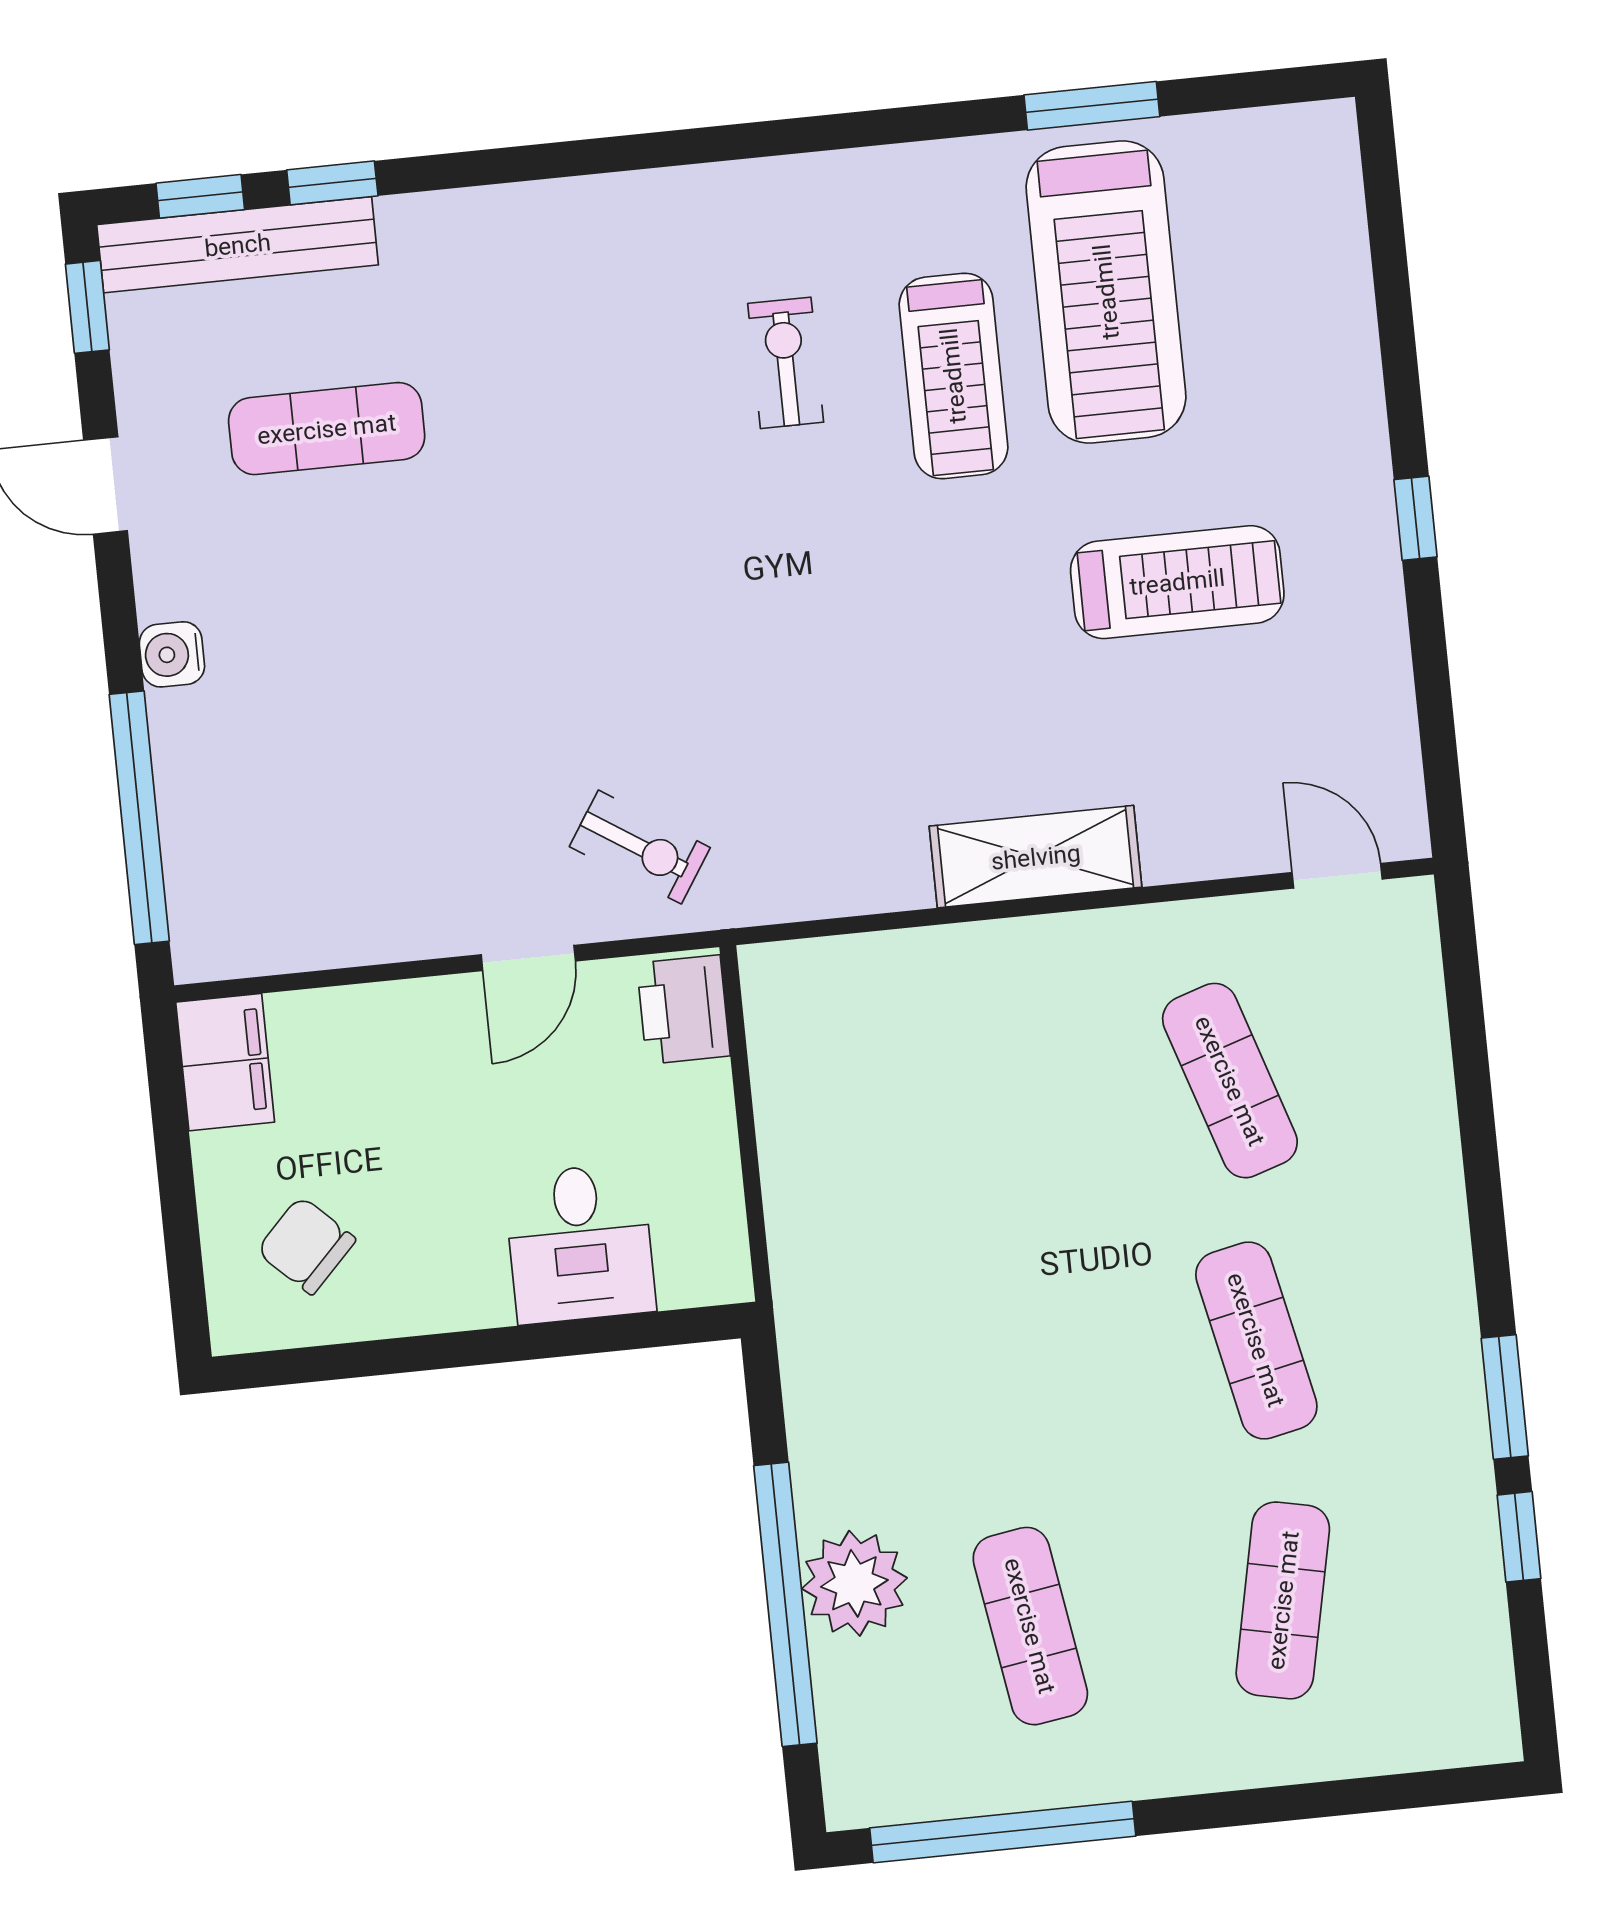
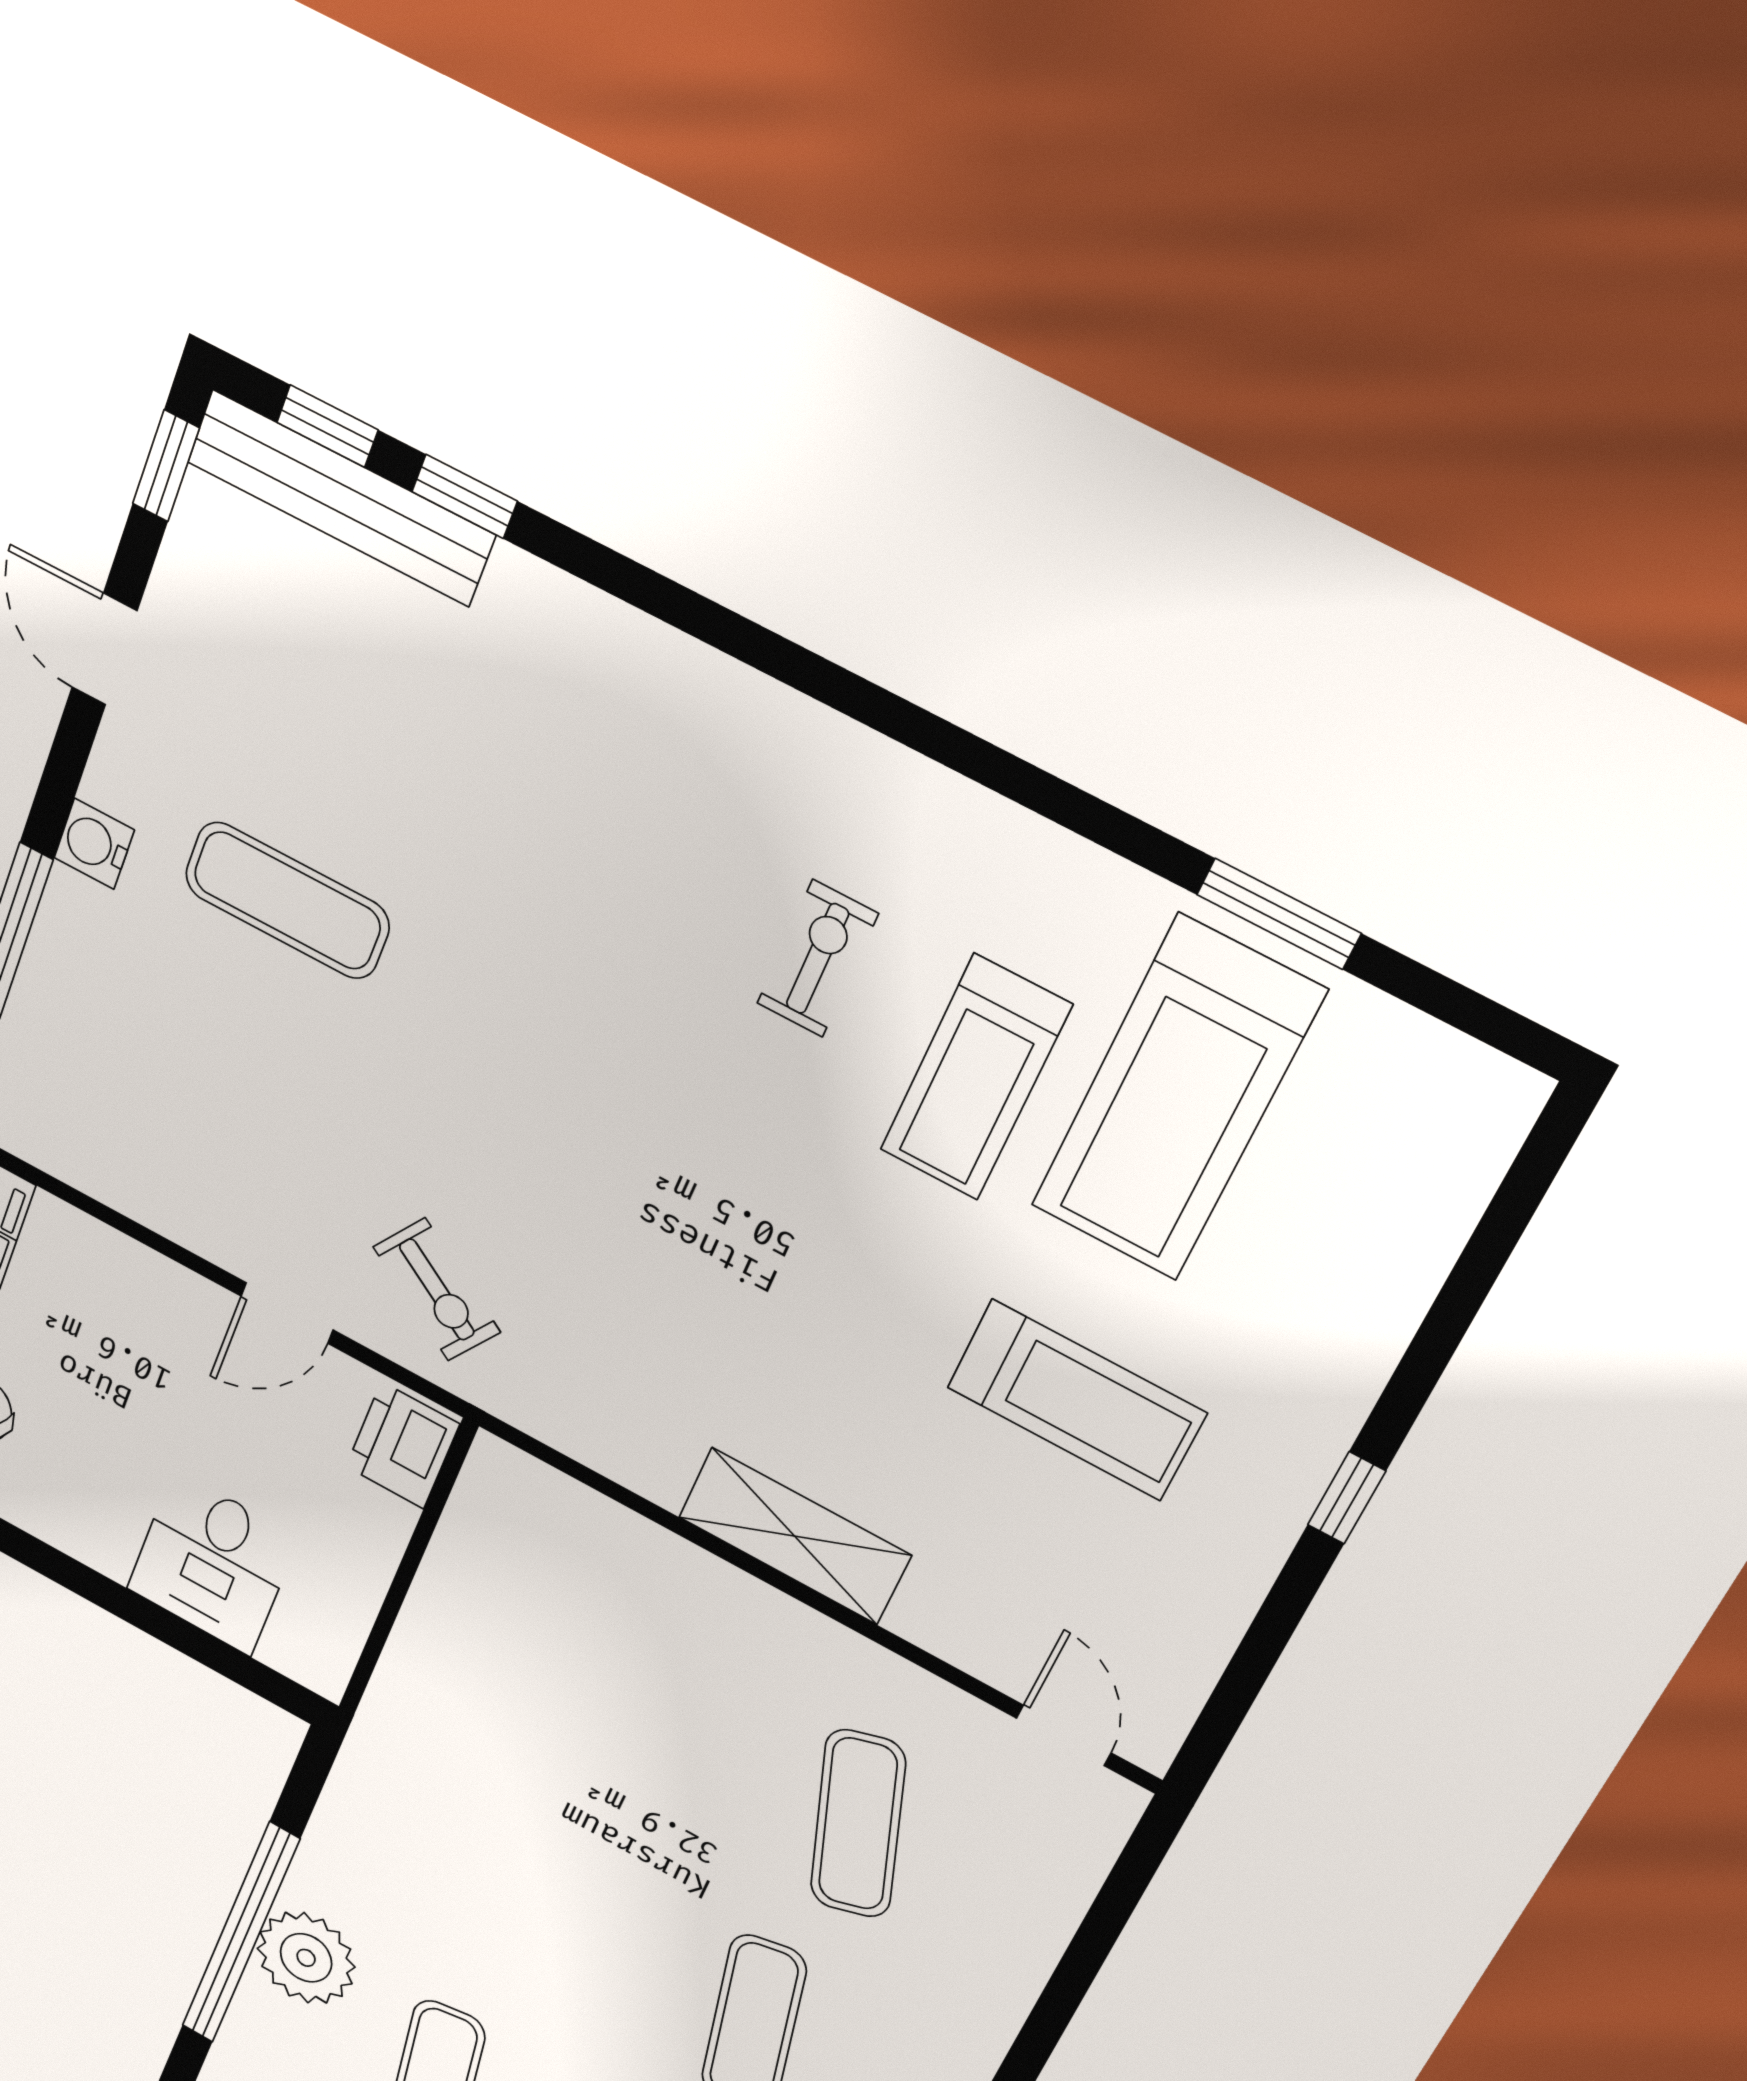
exercise mat: (327, 429) -> (287, 900), moved

